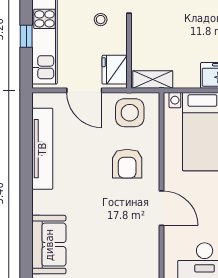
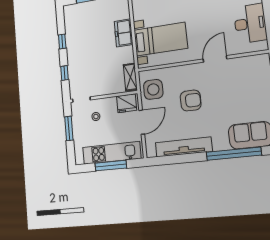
window: (26, 36) -> (111, 166), width x2.17
armchair: (127, 164) -> (191, 100), moved
window: (26, 219) -> (234, 154), added

